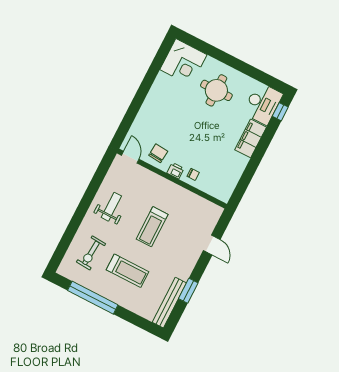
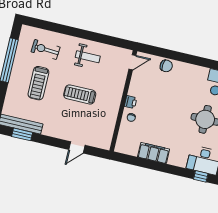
filing cabinet: (251, 138) -> (154, 153), moved
chair: (158, 153) -> (166, 66), moved
window: (188, 291) -> (22, 134), moved

